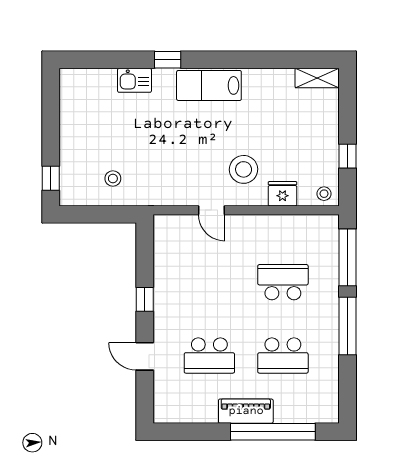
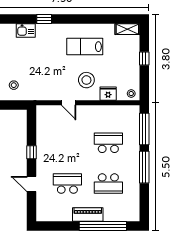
lab bench: (209, 85) -> (85, 47), moved
window: (347, 156) -> (144, 58), moved
school desk: (209, 356) -> (67, 184), turned 180

